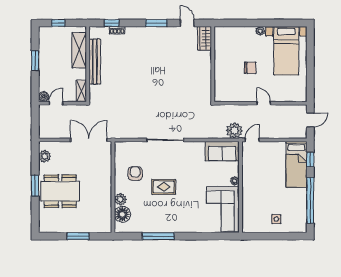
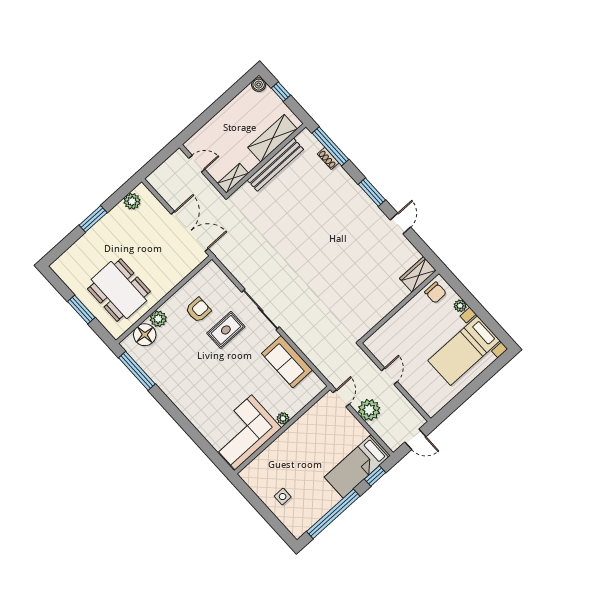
window: (112, 23) -> (330, 146), width x2.17
wardrobe: (205, 38) -> (418, 274), moved
window: (35, 61) -> (221, 103), removed
wall: (213, 64) -> (399, 307), moved
chair: (250, 68) -> (435, 293), moved
boiler: (44, 97) -> (259, 85), moved
plant: (234, 131) -> (369, 410), moved
door: (252, 140) -> (341, 398), hinge flipped
sofa: (222, 151) -> (287, 362), moved
rug: (164, 187) -> (226, 330), moved, turned 90
dining table: (60, 191) -> (119, 290), moved
window: (158, 236) -> (137, 371), moved

